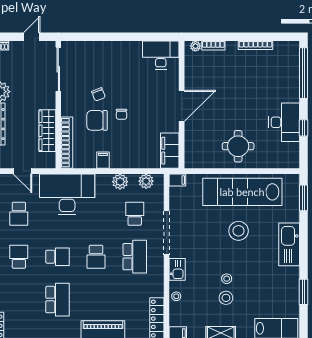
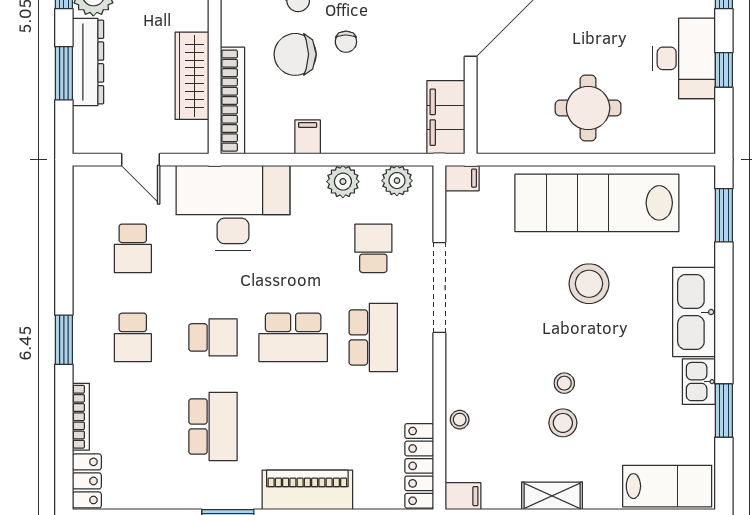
school desk: (19, 257) -> (133, 337), turned 180
school desk: (96, 257) -> (293, 337), width x1.85
kitchen sink: (177, 269) -> (699, 382), moved, turned 180

